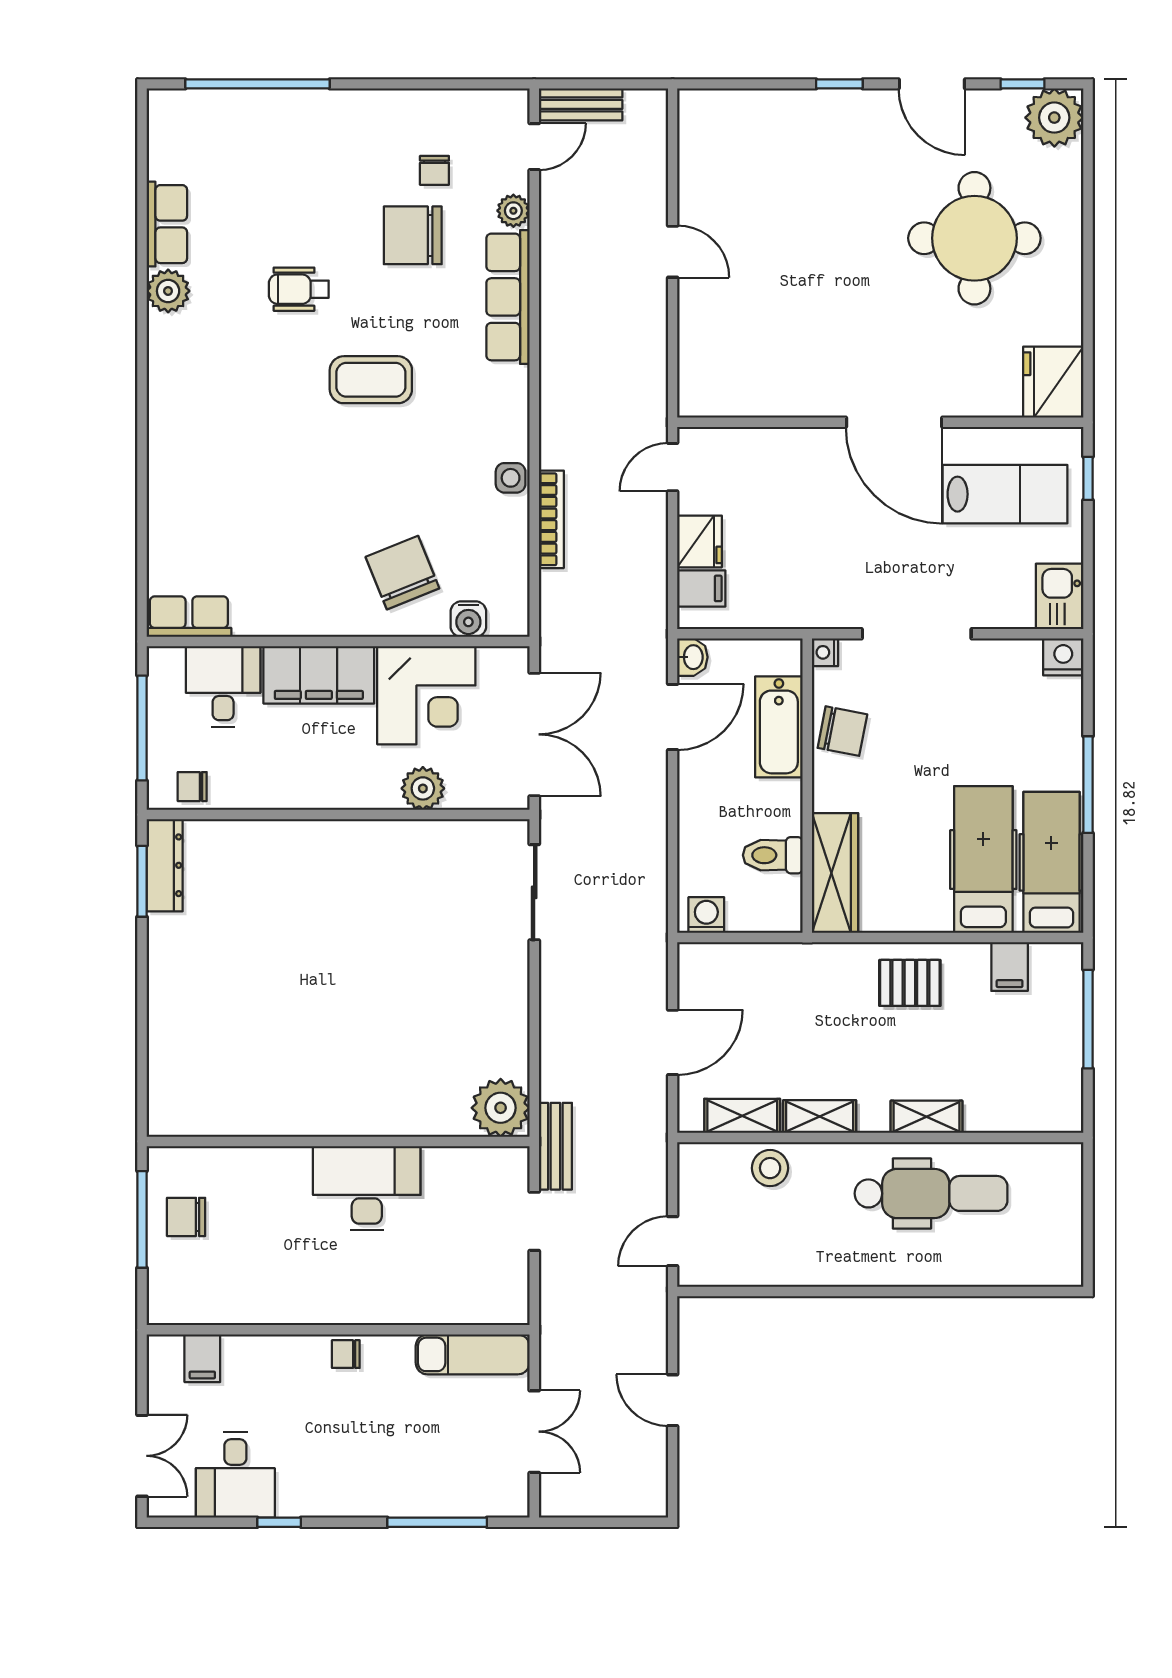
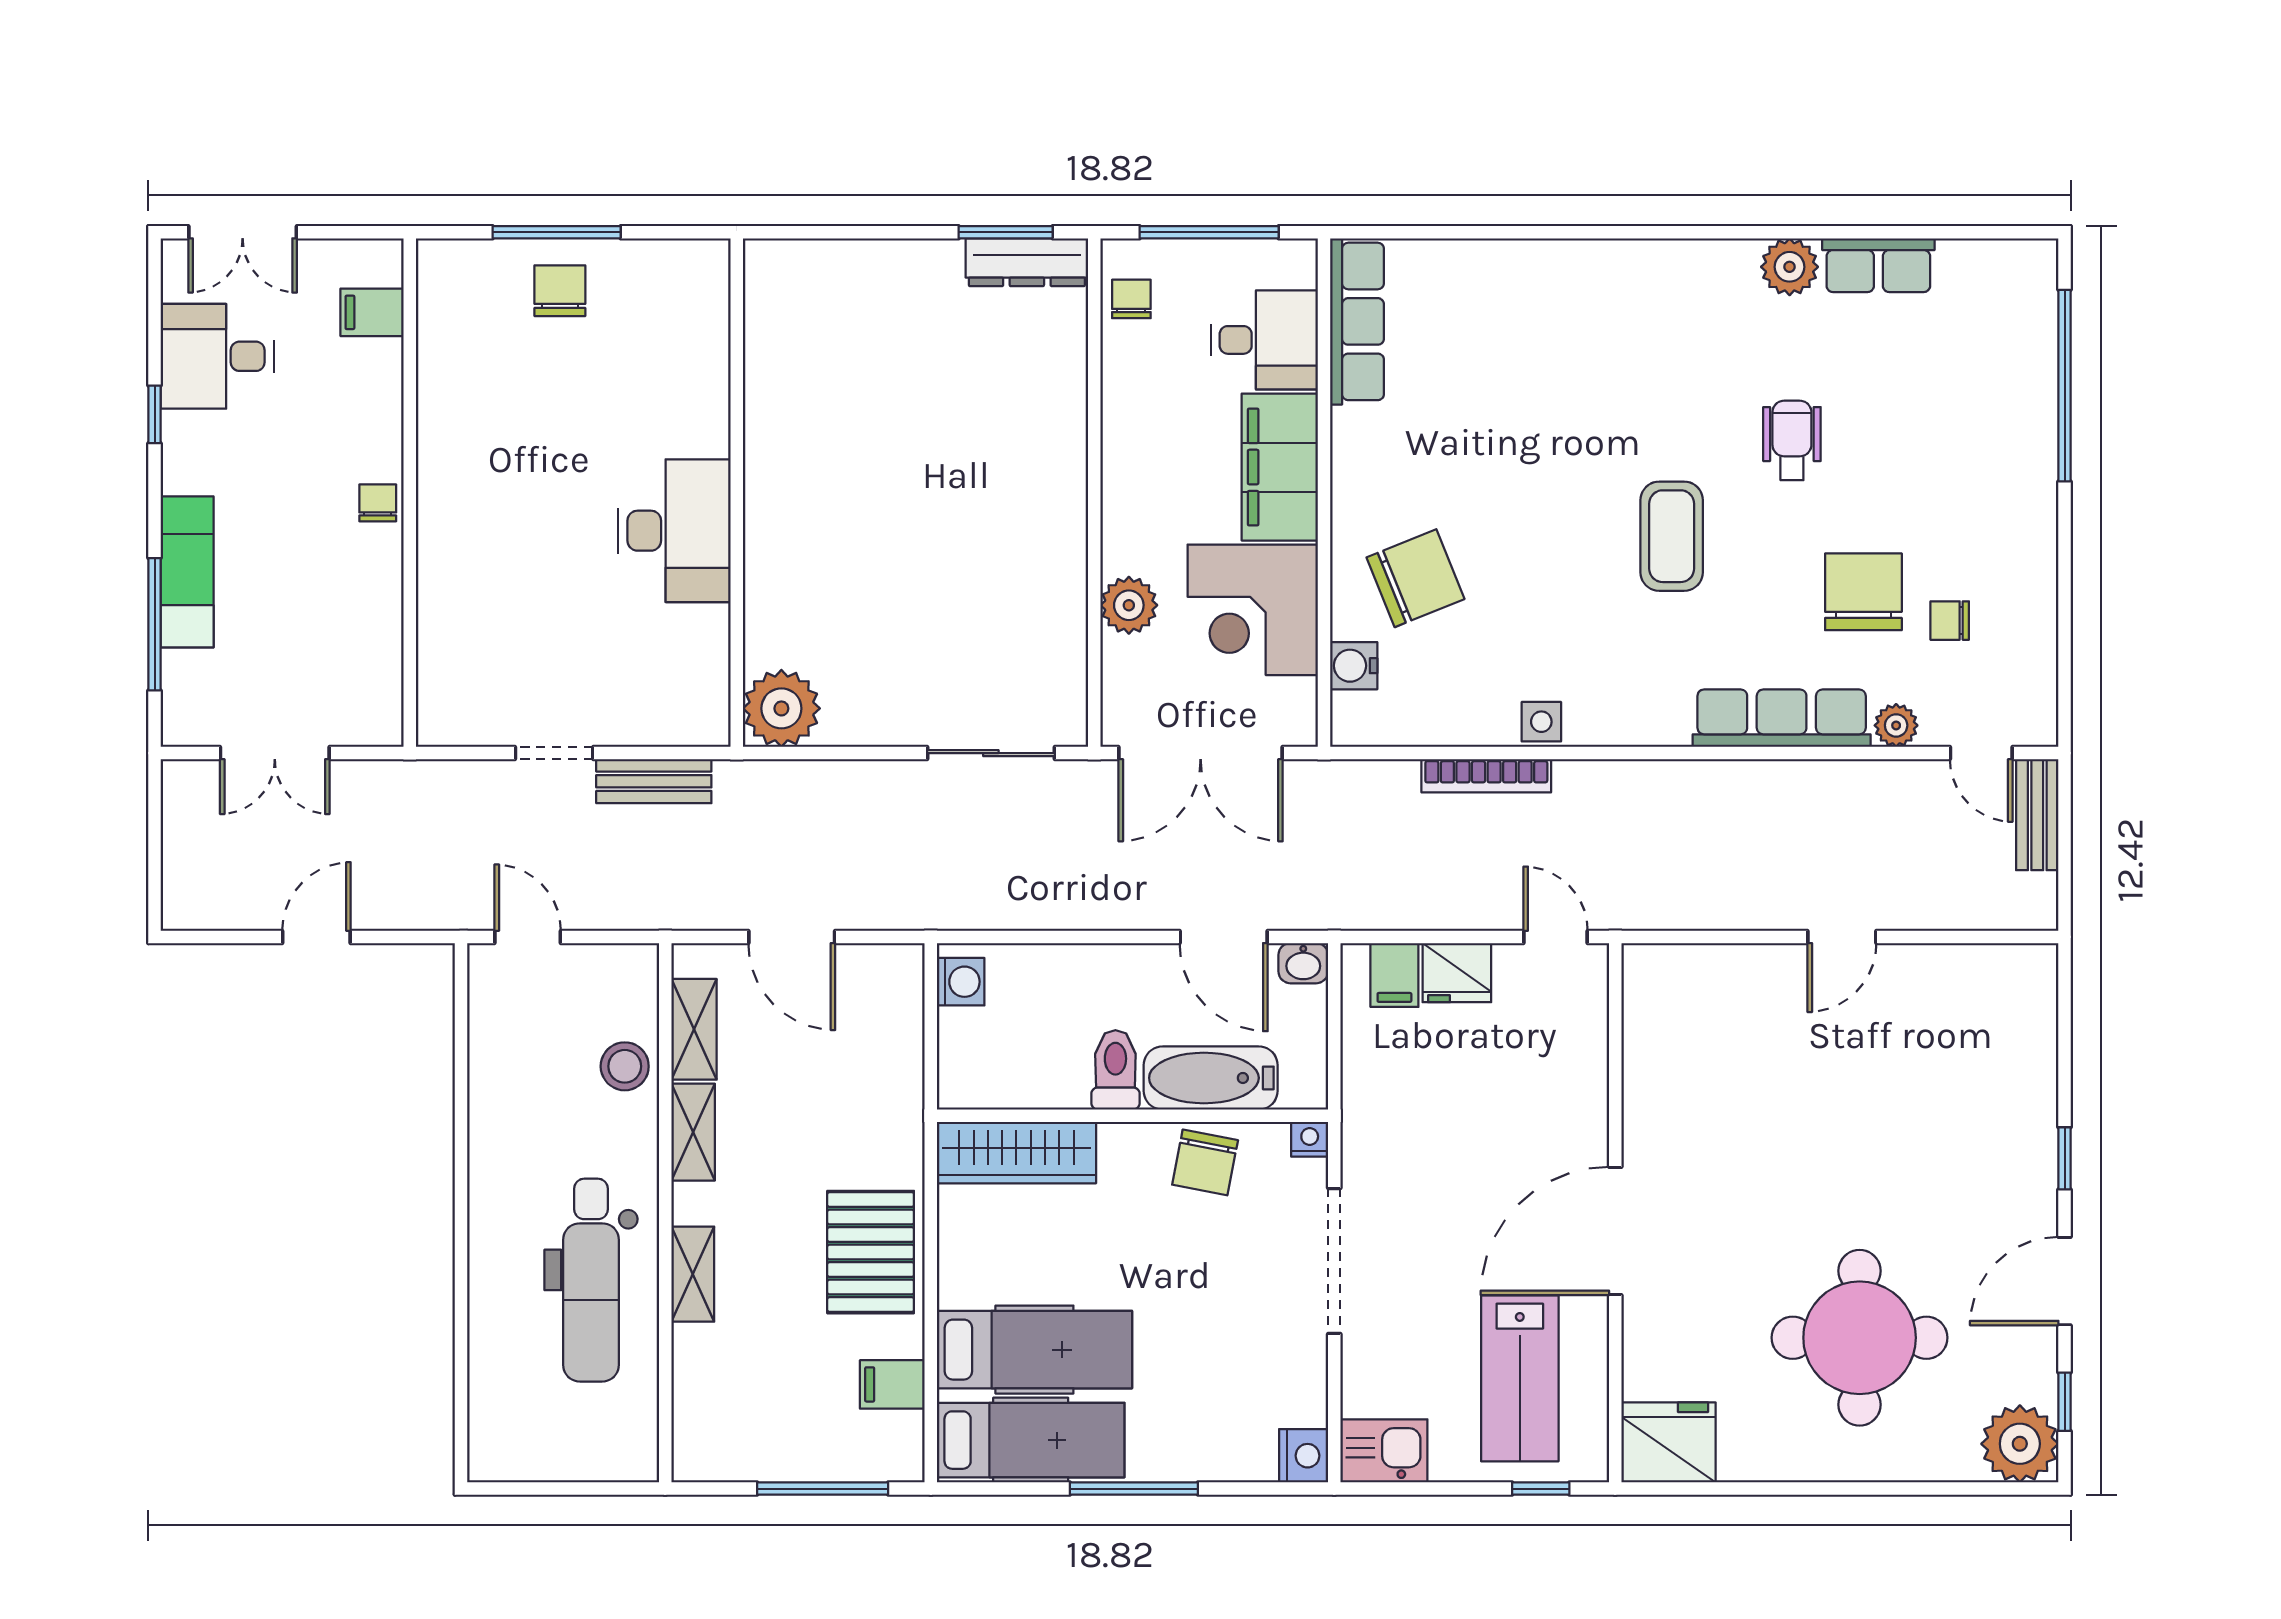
row of seats: (189, 617) -> (1357, 321), width x1.48
toilet: (773, 855) -> (1115, 1070), moved
pallet: (910, 983) -> (871, 1252), width x1.50, depth x1.42
plant: (501, 1108) -> (781, 708), moved
wall: (338, 1141) -> (737, 493), moved
desk: (367, 1188) -> (675, 531), moved
exam couch: (473, 1354) -> (187, 572), moved, turned 180

